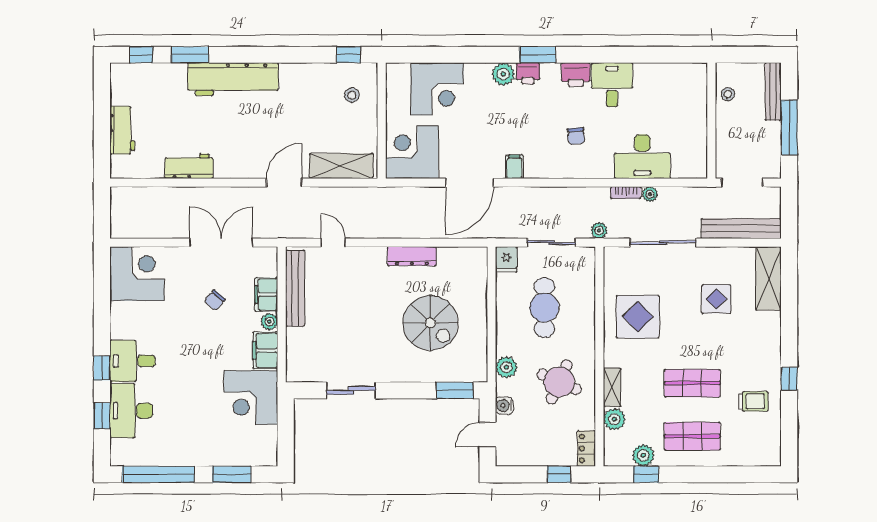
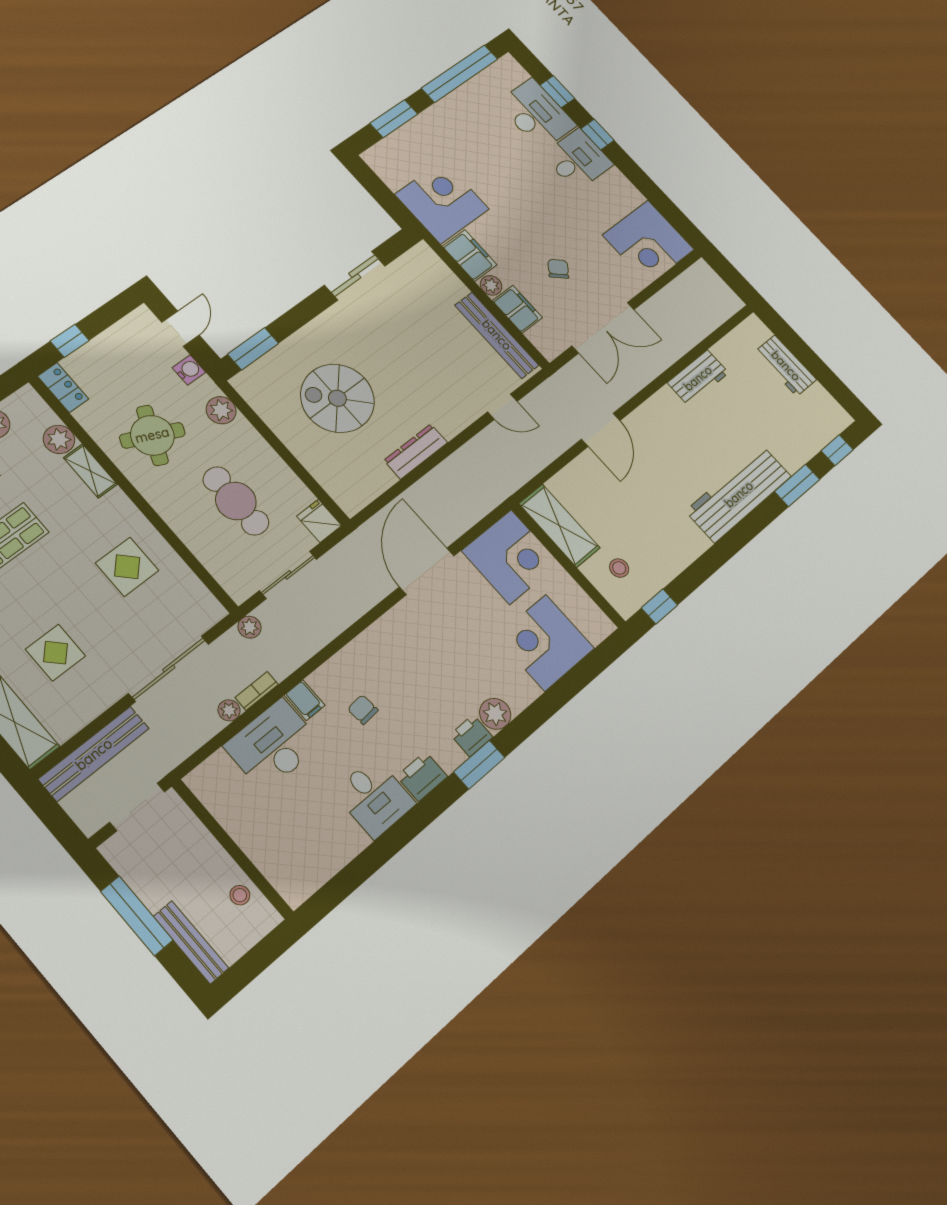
shelving: (341, 166) -> (559, 526), moved, turned 90
filing cabinet: (514, 167) -> (305, 700), moved
display table: (638, 317) -> (127, 567), width x0.73, depth x0.73

